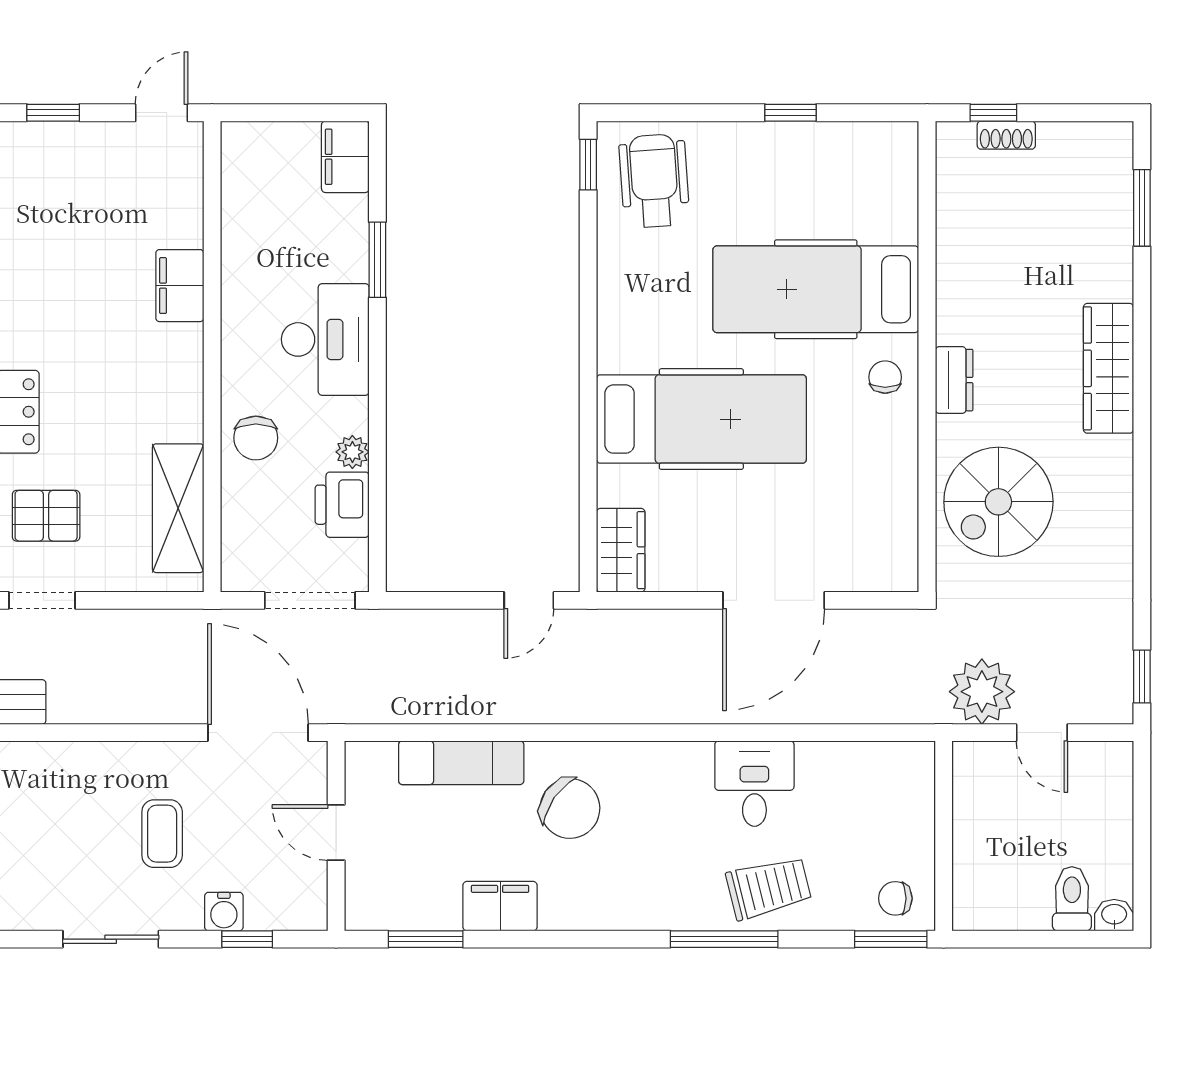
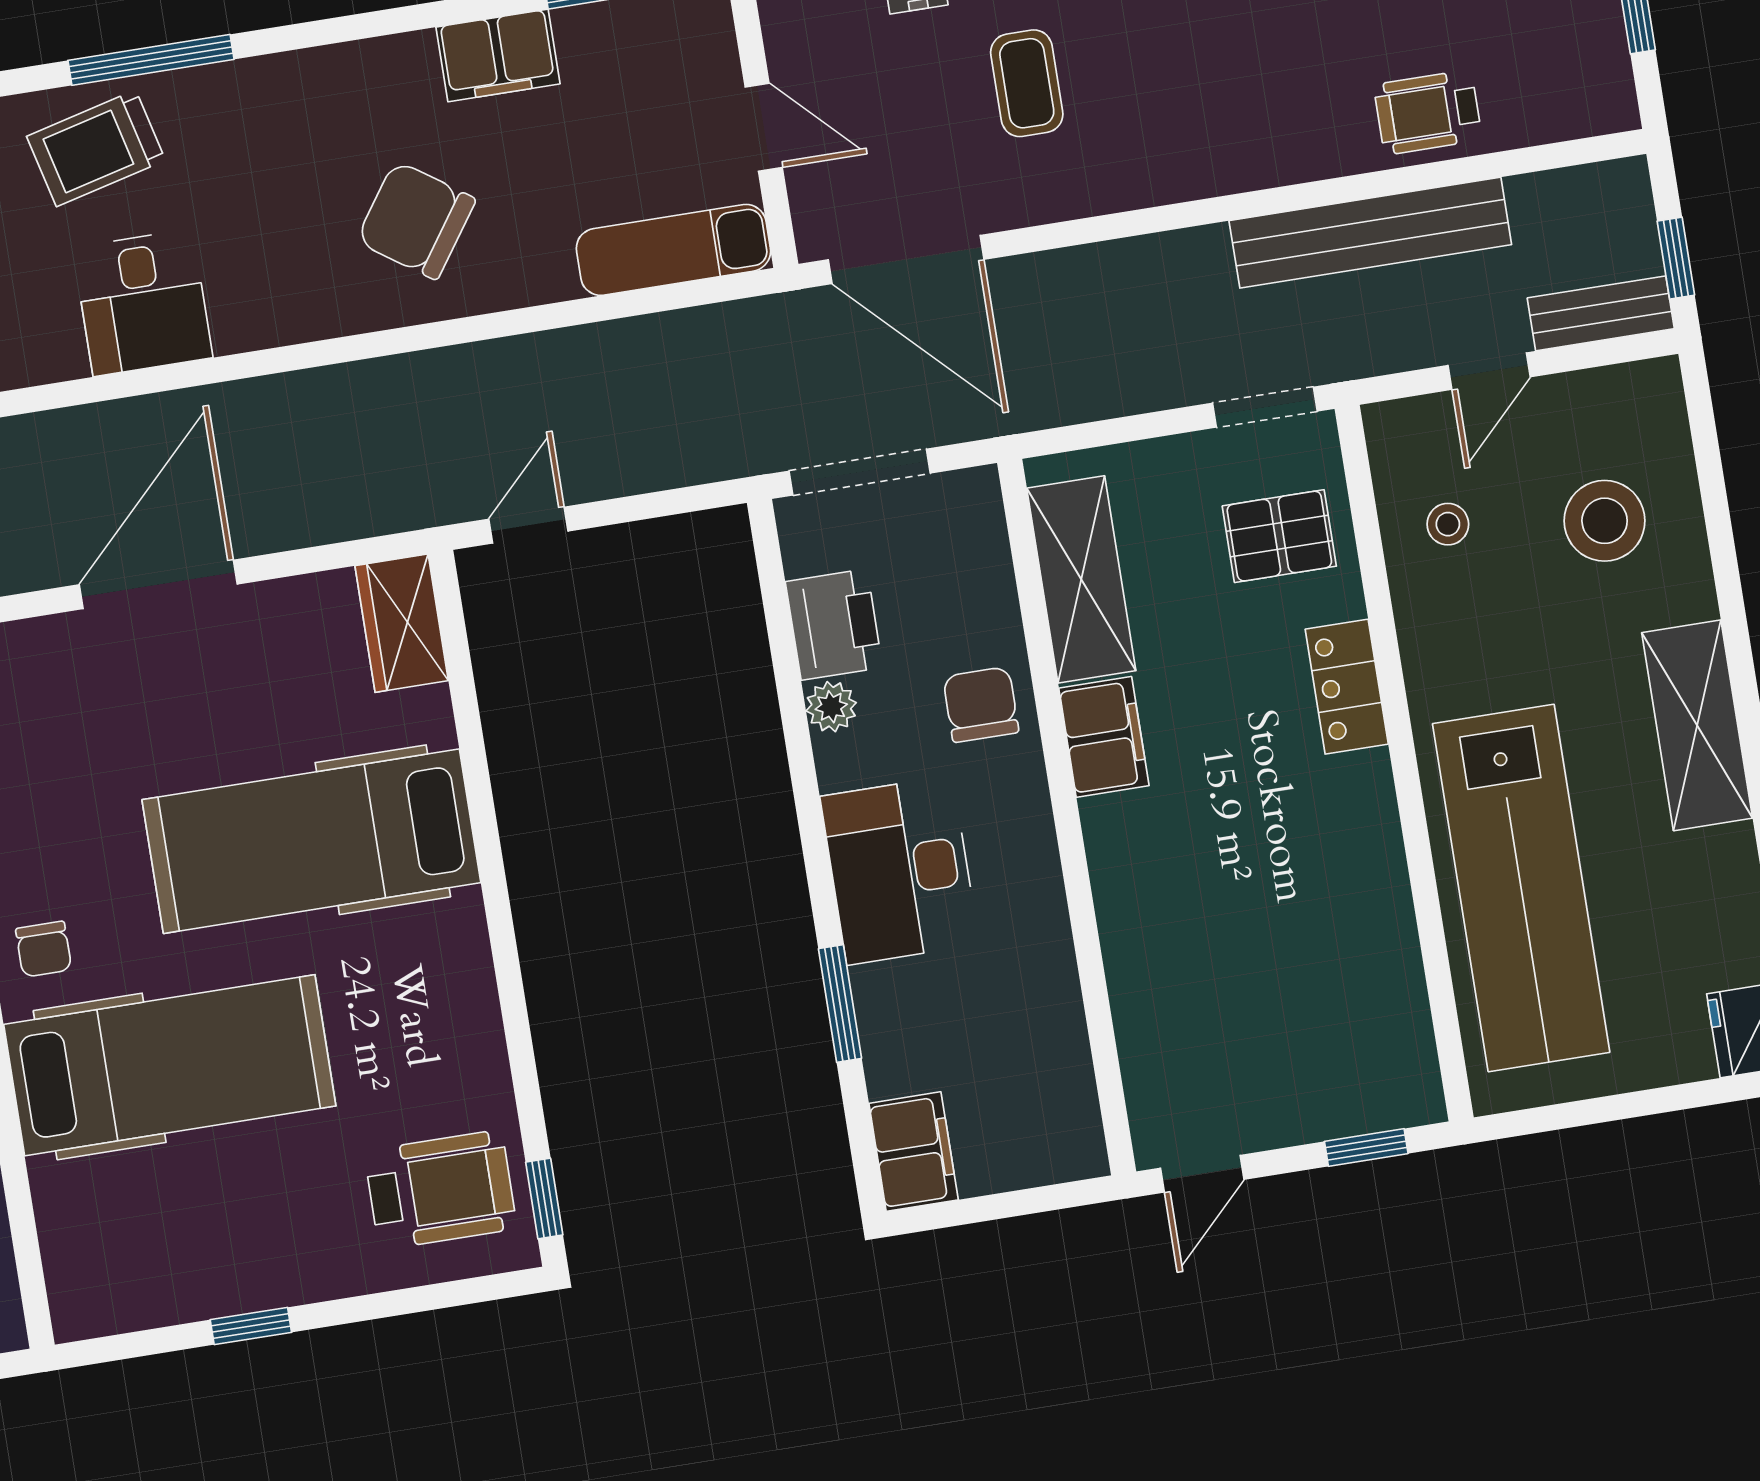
wheelchair: (654, 181) -> (440, 1190), turned -86
filing cabinet: (180, 286) -> (1104, 737), moved
exam couch: (461, 763) -> (673, 250), moved

